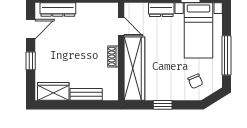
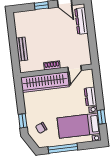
wardrobe: (53, 91) -> (21, 25), removed
window: (163, 105) -> (23, 121), moved

